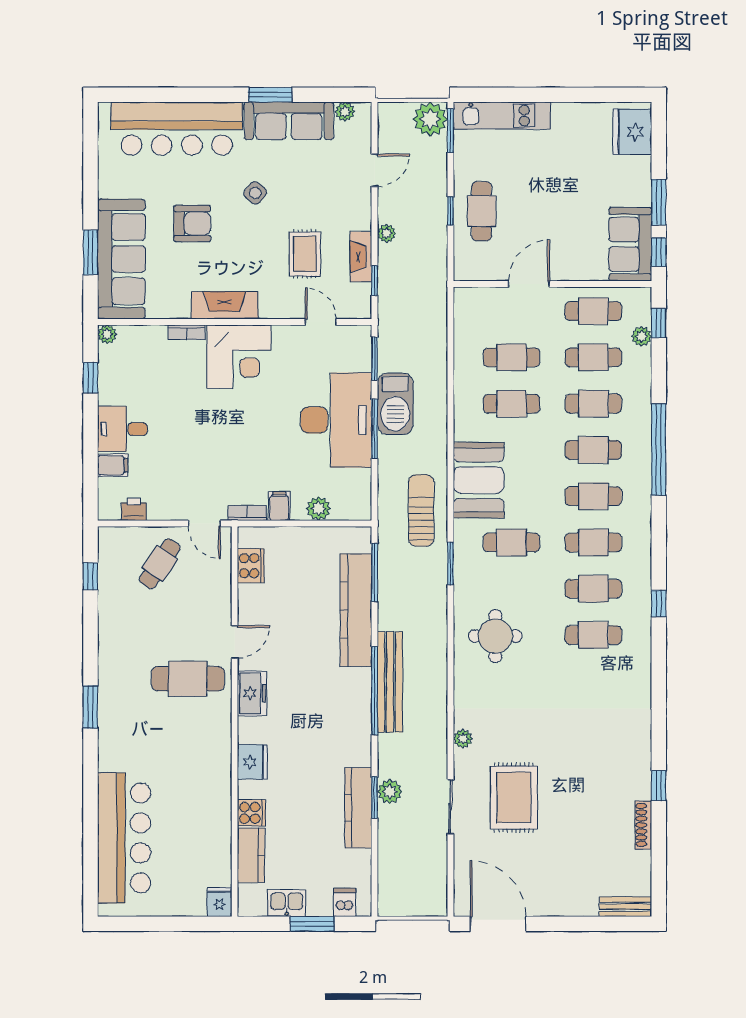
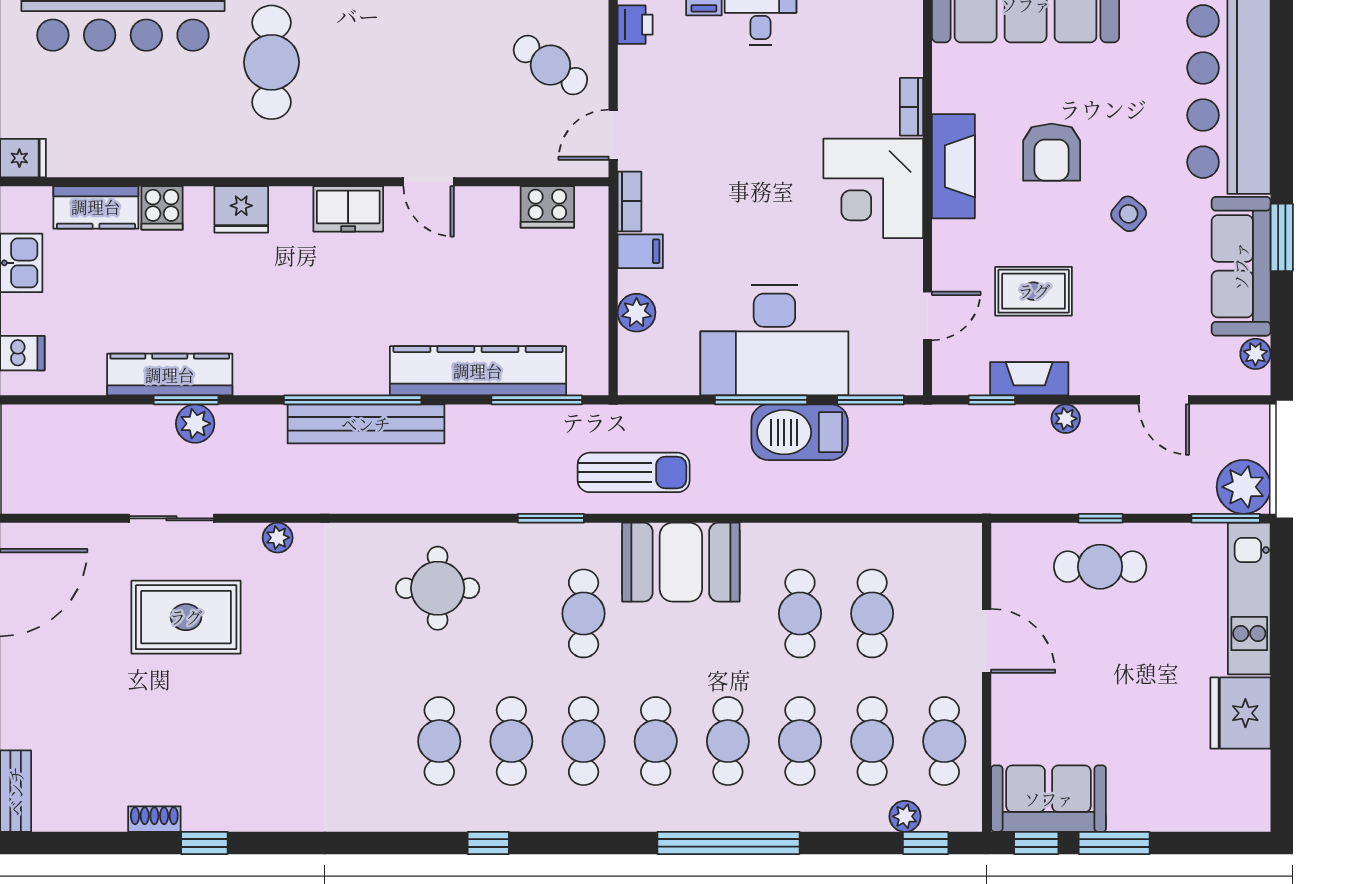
fridge: (632, 132) -> (1240, 713), moved, turned -90
armchair: (192, 224) -> (1052, 152), moved
cafe table: (188, 679) -> (271, 62), moved
shoe rack: (643, 825) -> (154, 819), width x0.70

